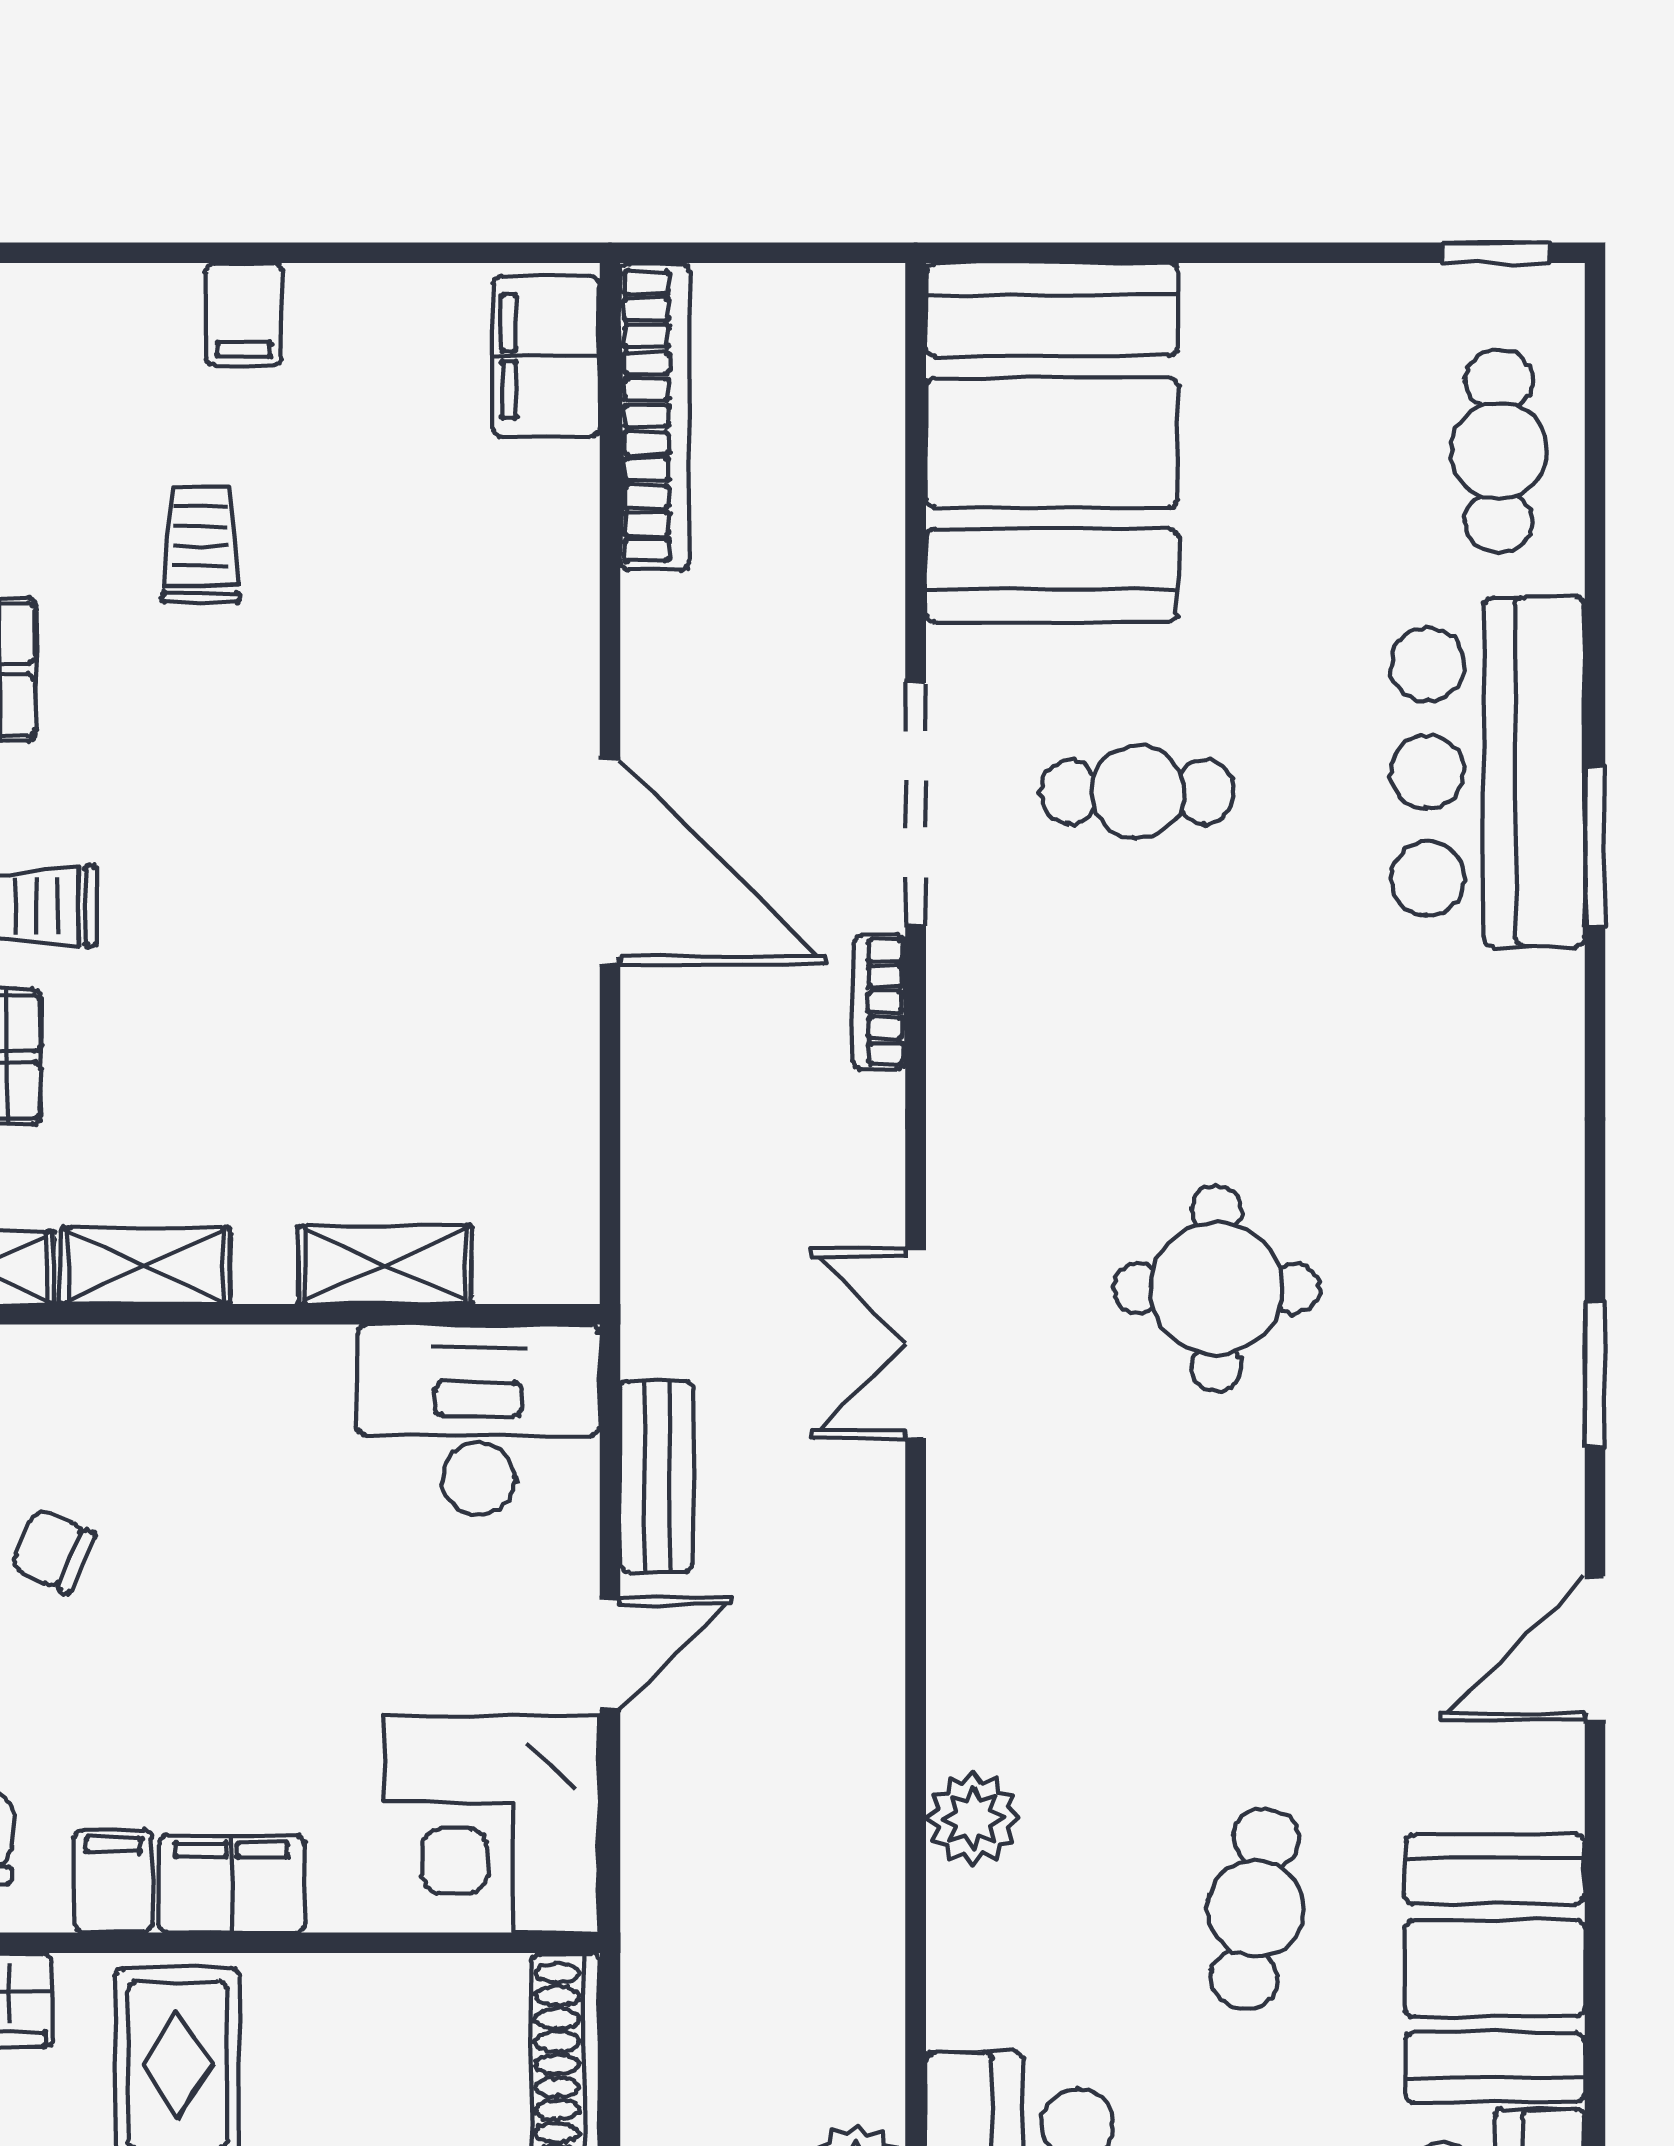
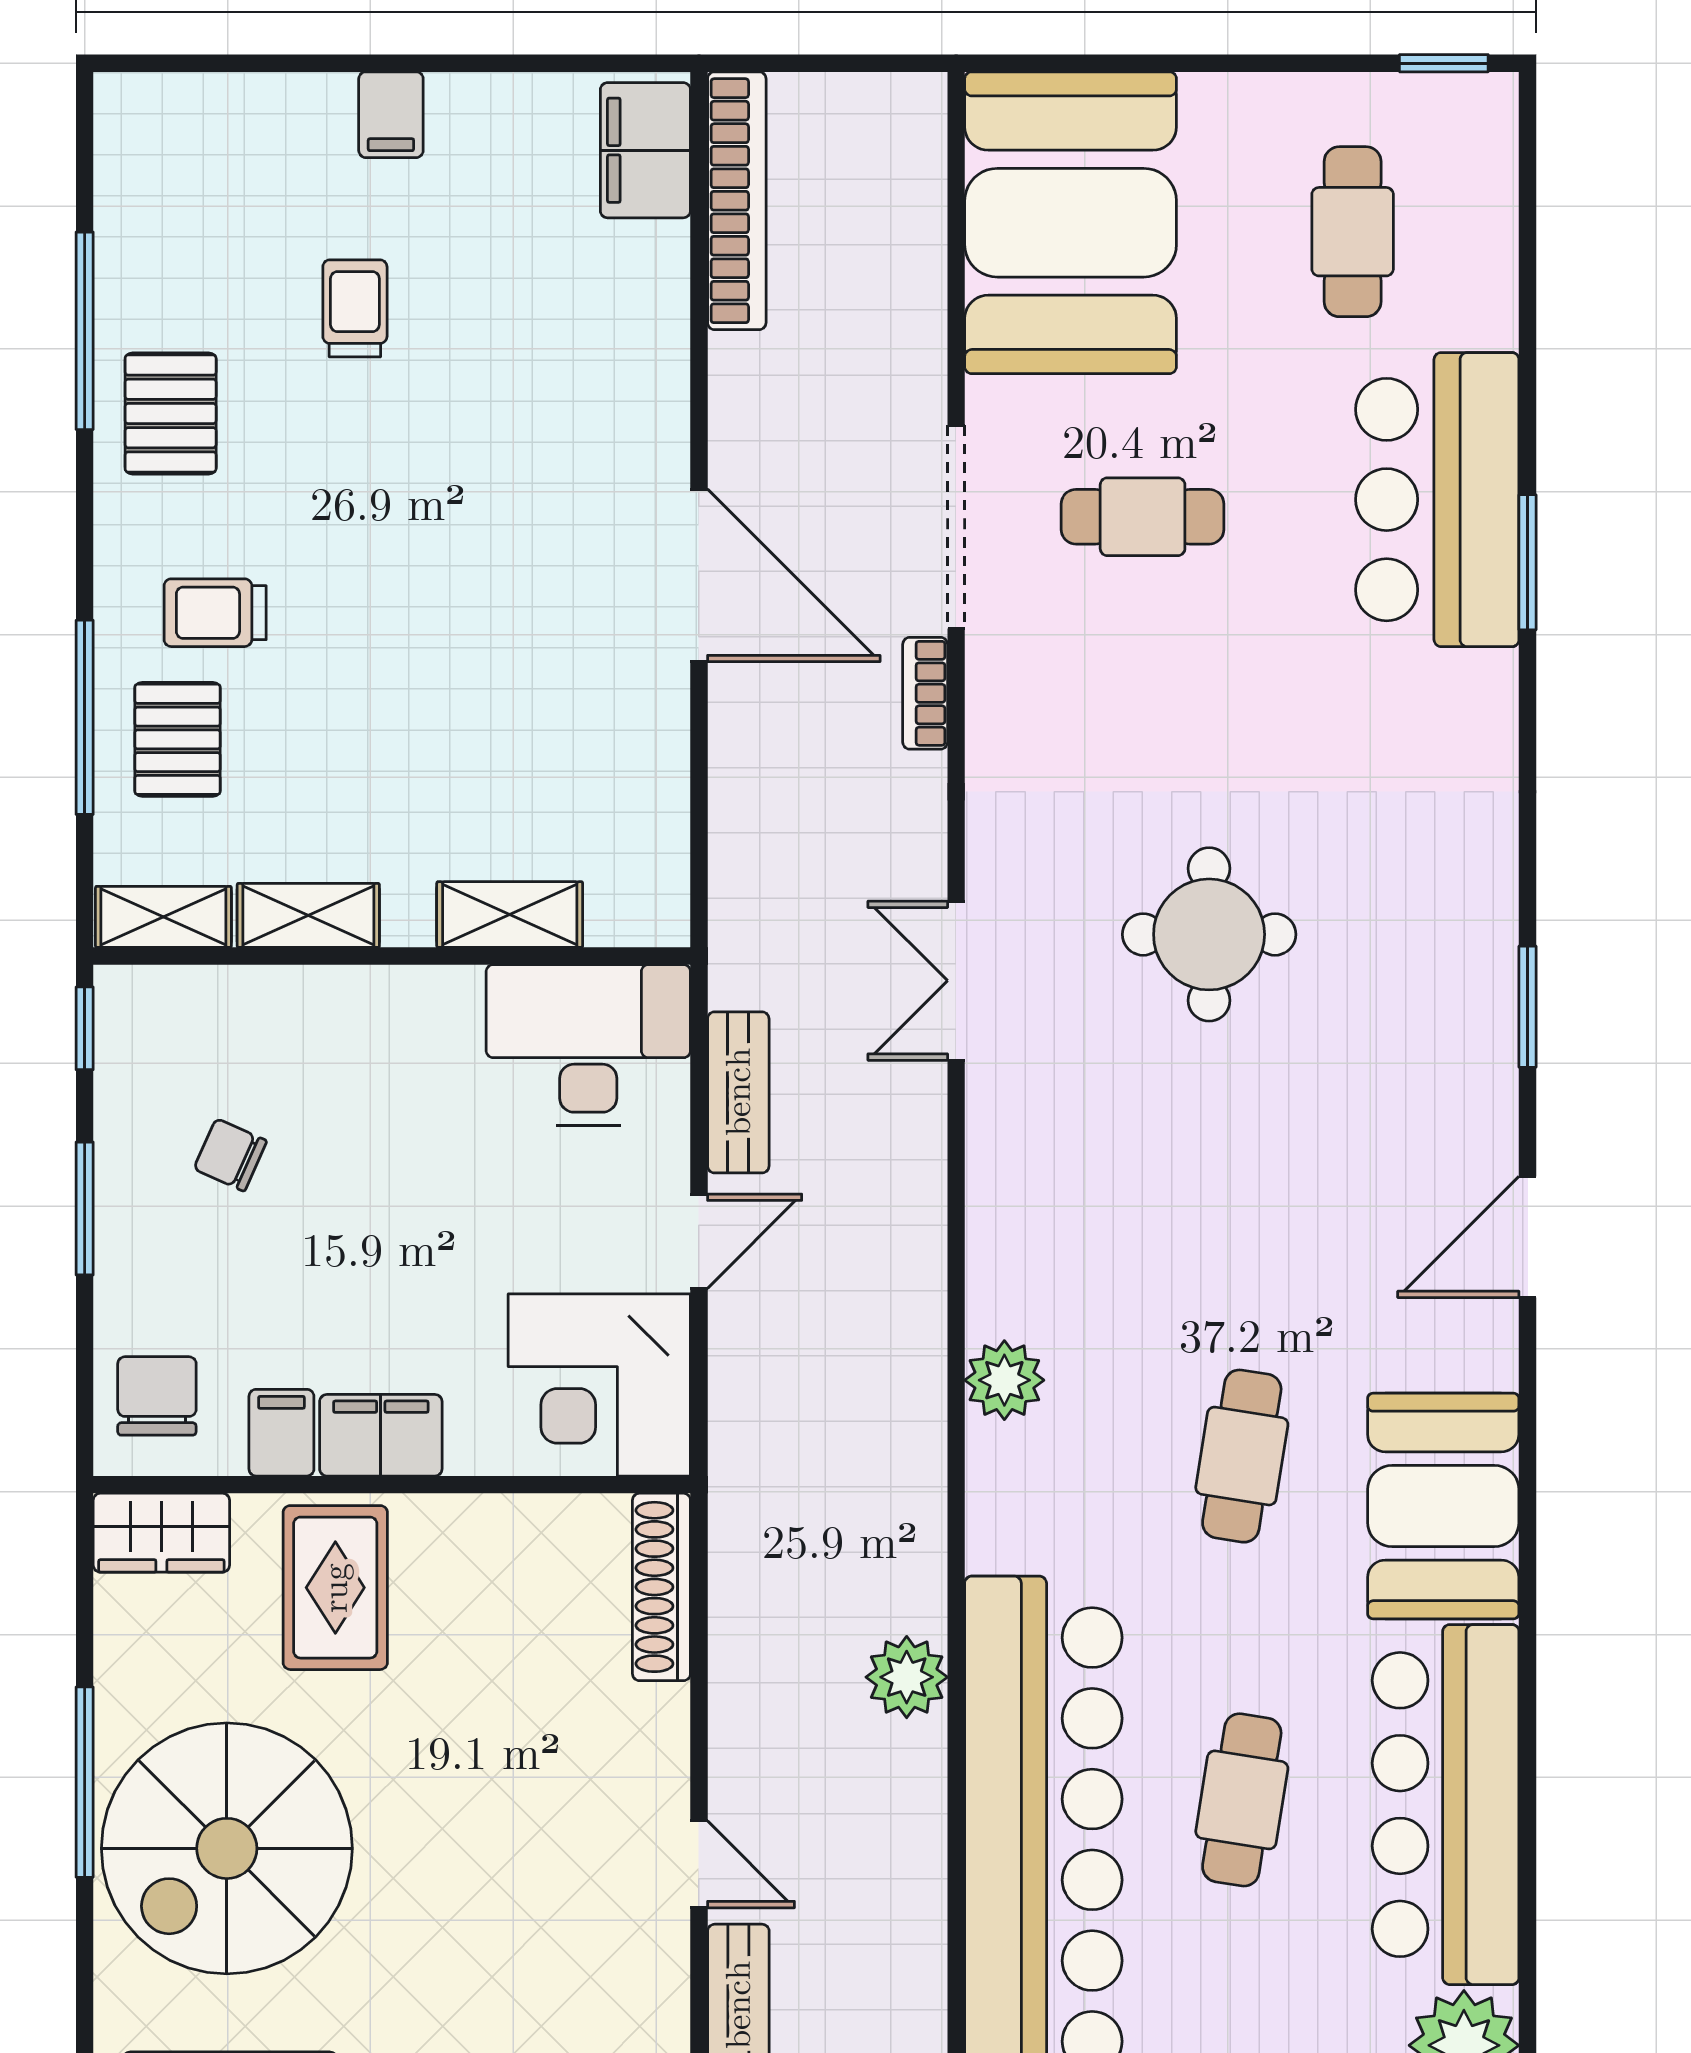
cafe table: (1499, 451) -> (1353, 232), moved

